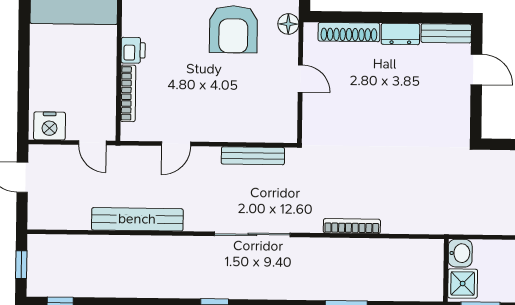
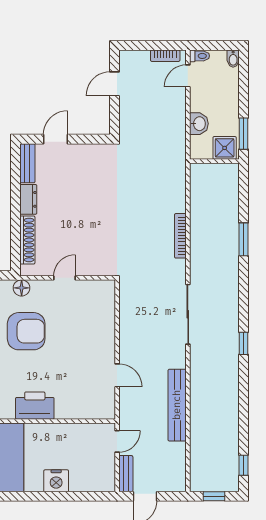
printer: (133, 50) -> (35, 406), width x1.87, depth x1.48
bookcase: (128, 93) -> (78, 414), removed
nightstand: (50, 126) -> (56, 481), moved, turned 90
bench: (253, 156) -> (126, 474), moved, width x0.73
washbasin: (460, 253) -> (199, 124), moved, turned 90

